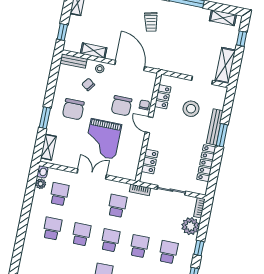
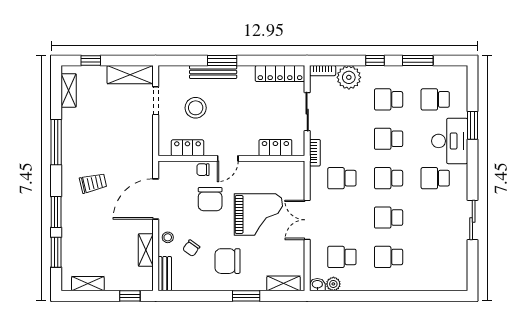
chair: (122, 106) -> (210, 199), turned 90
chair: (73, 109) -> (227, 261), turned 180
locker: (206, 163) -> (280, 74), moved

